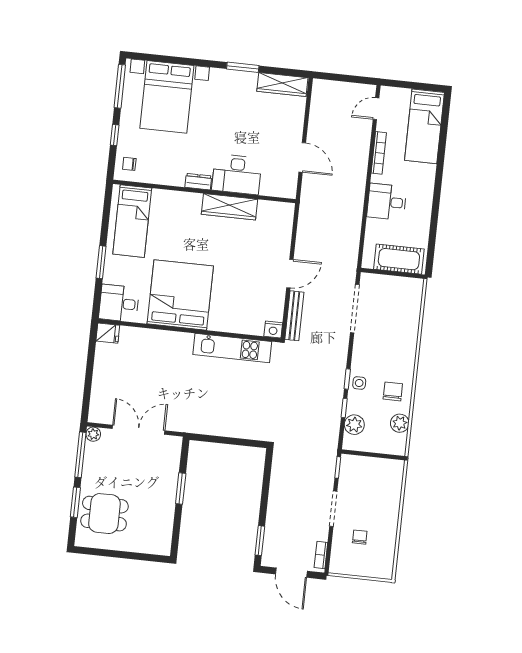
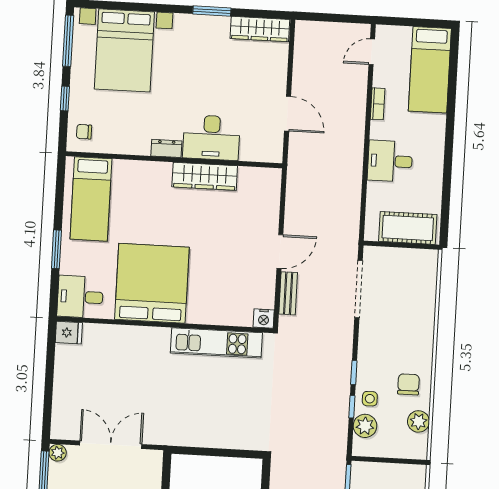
bookcase: (379, 153) -> (378, 104), width x0.64
bench: (294, 316) -> (288, 293), width x0.73
side table: (359, 383) -> (370, 399), moved

